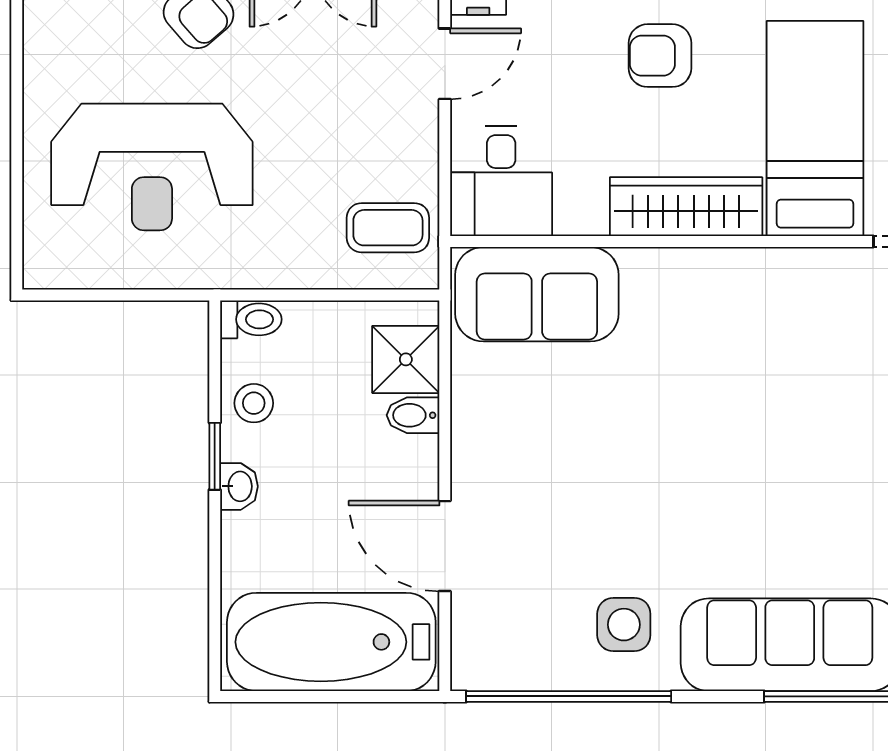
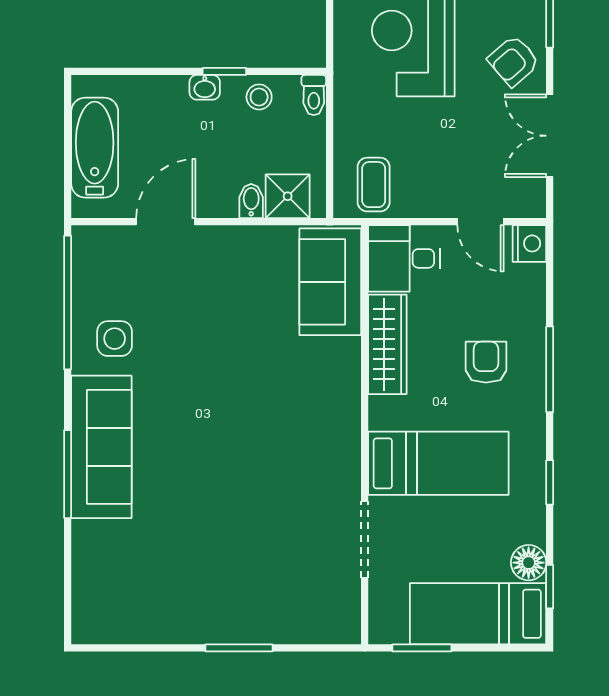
wardrobe: (686, 207) -> (387, 344), moved
bathtub: (331, 642) -> (95, 148), width x0.73, depth x0.73

